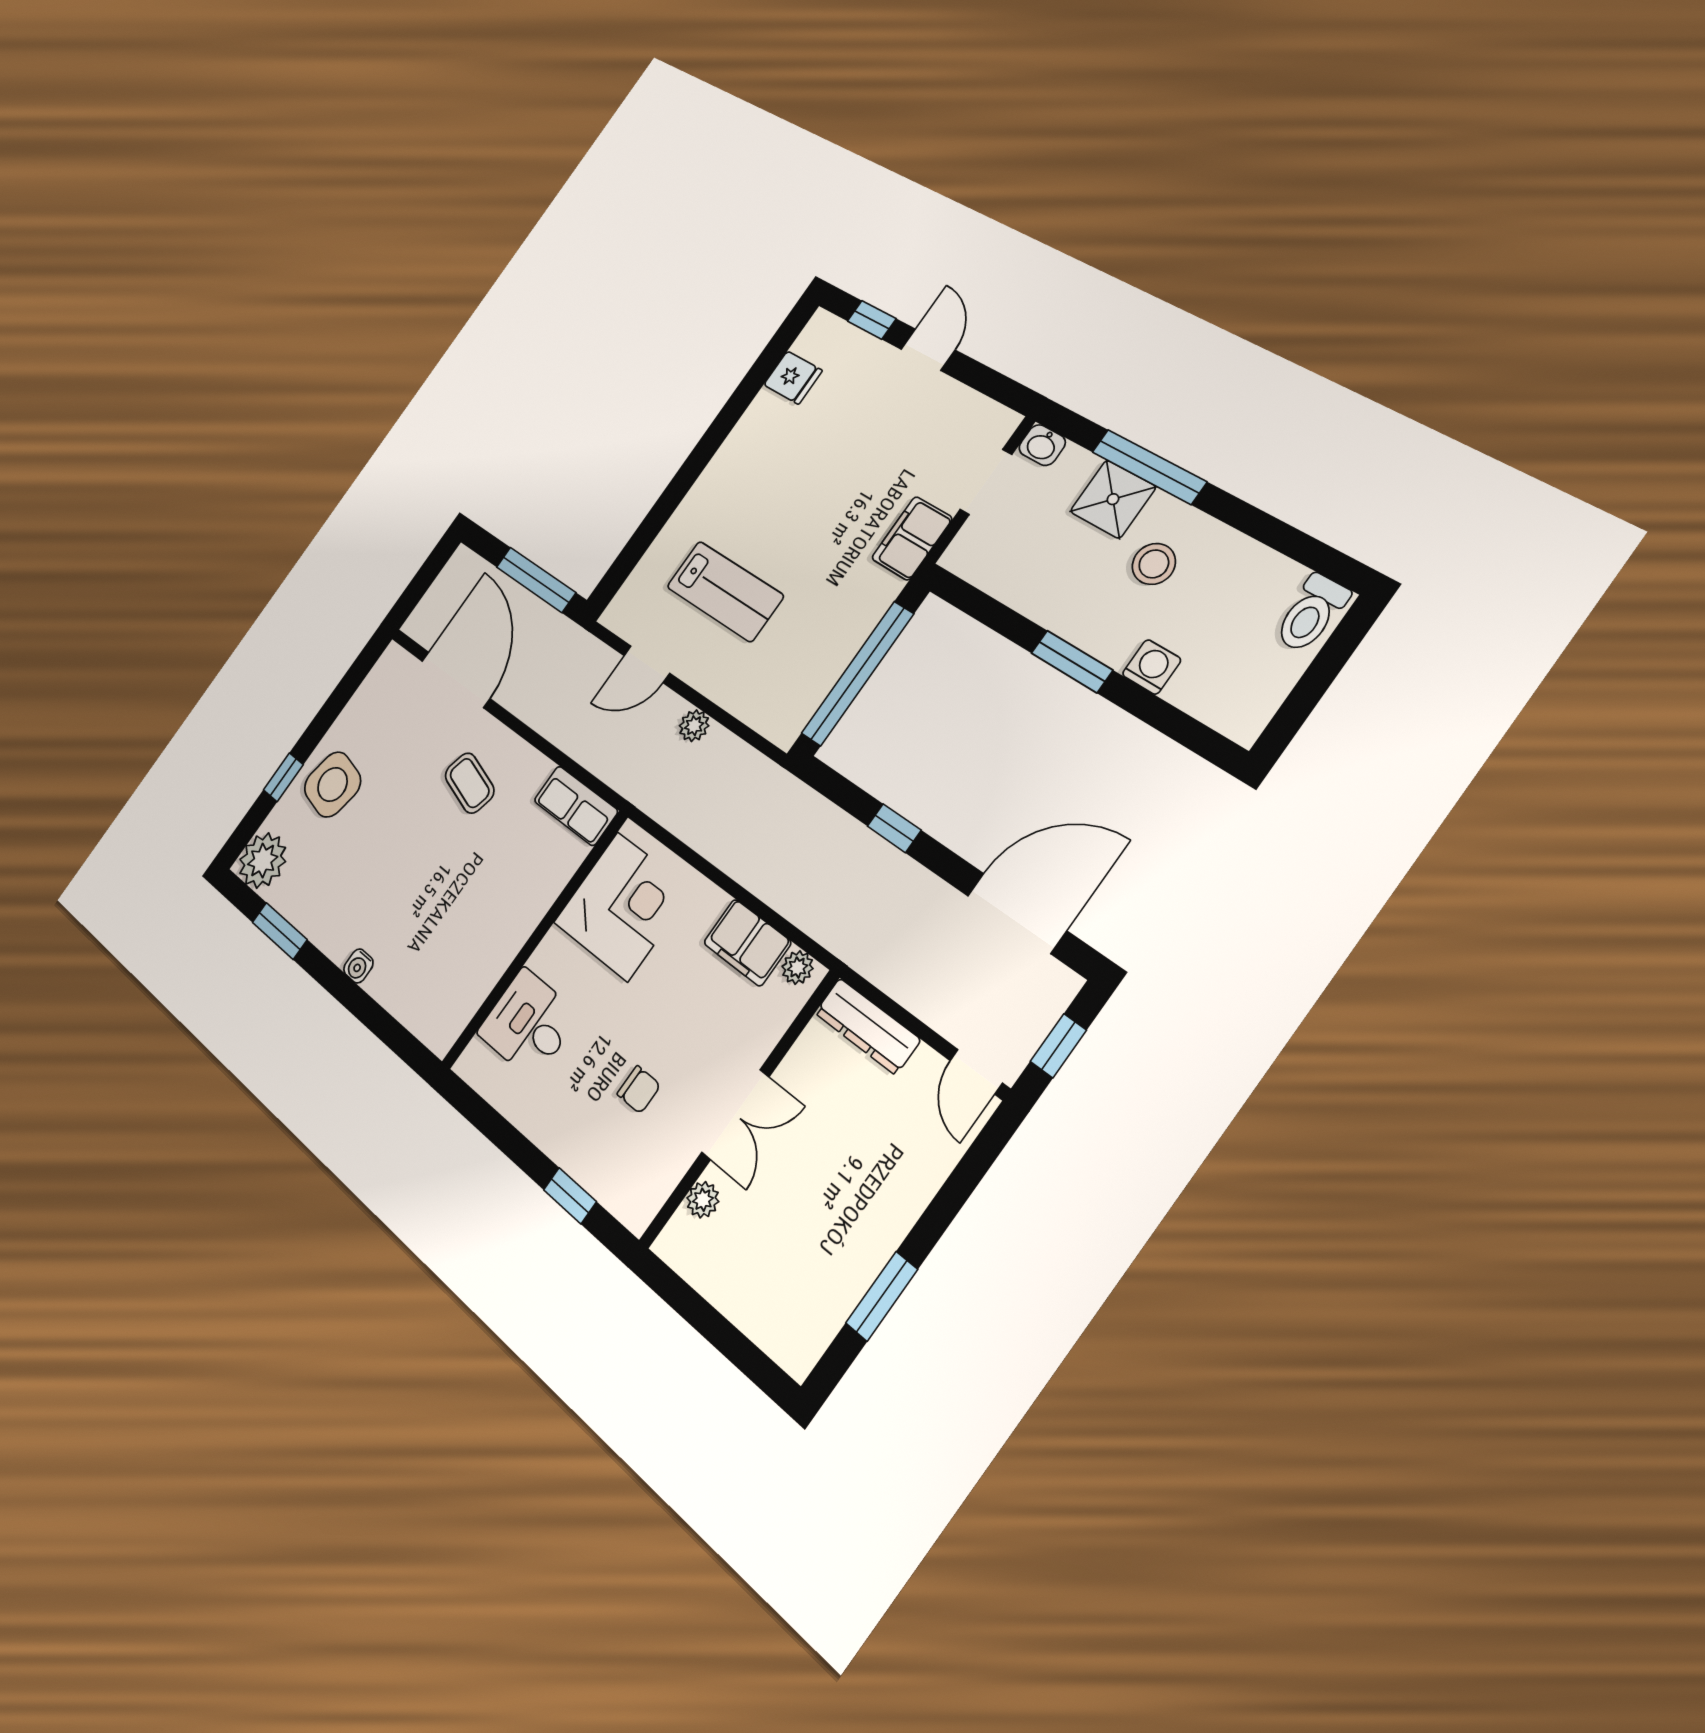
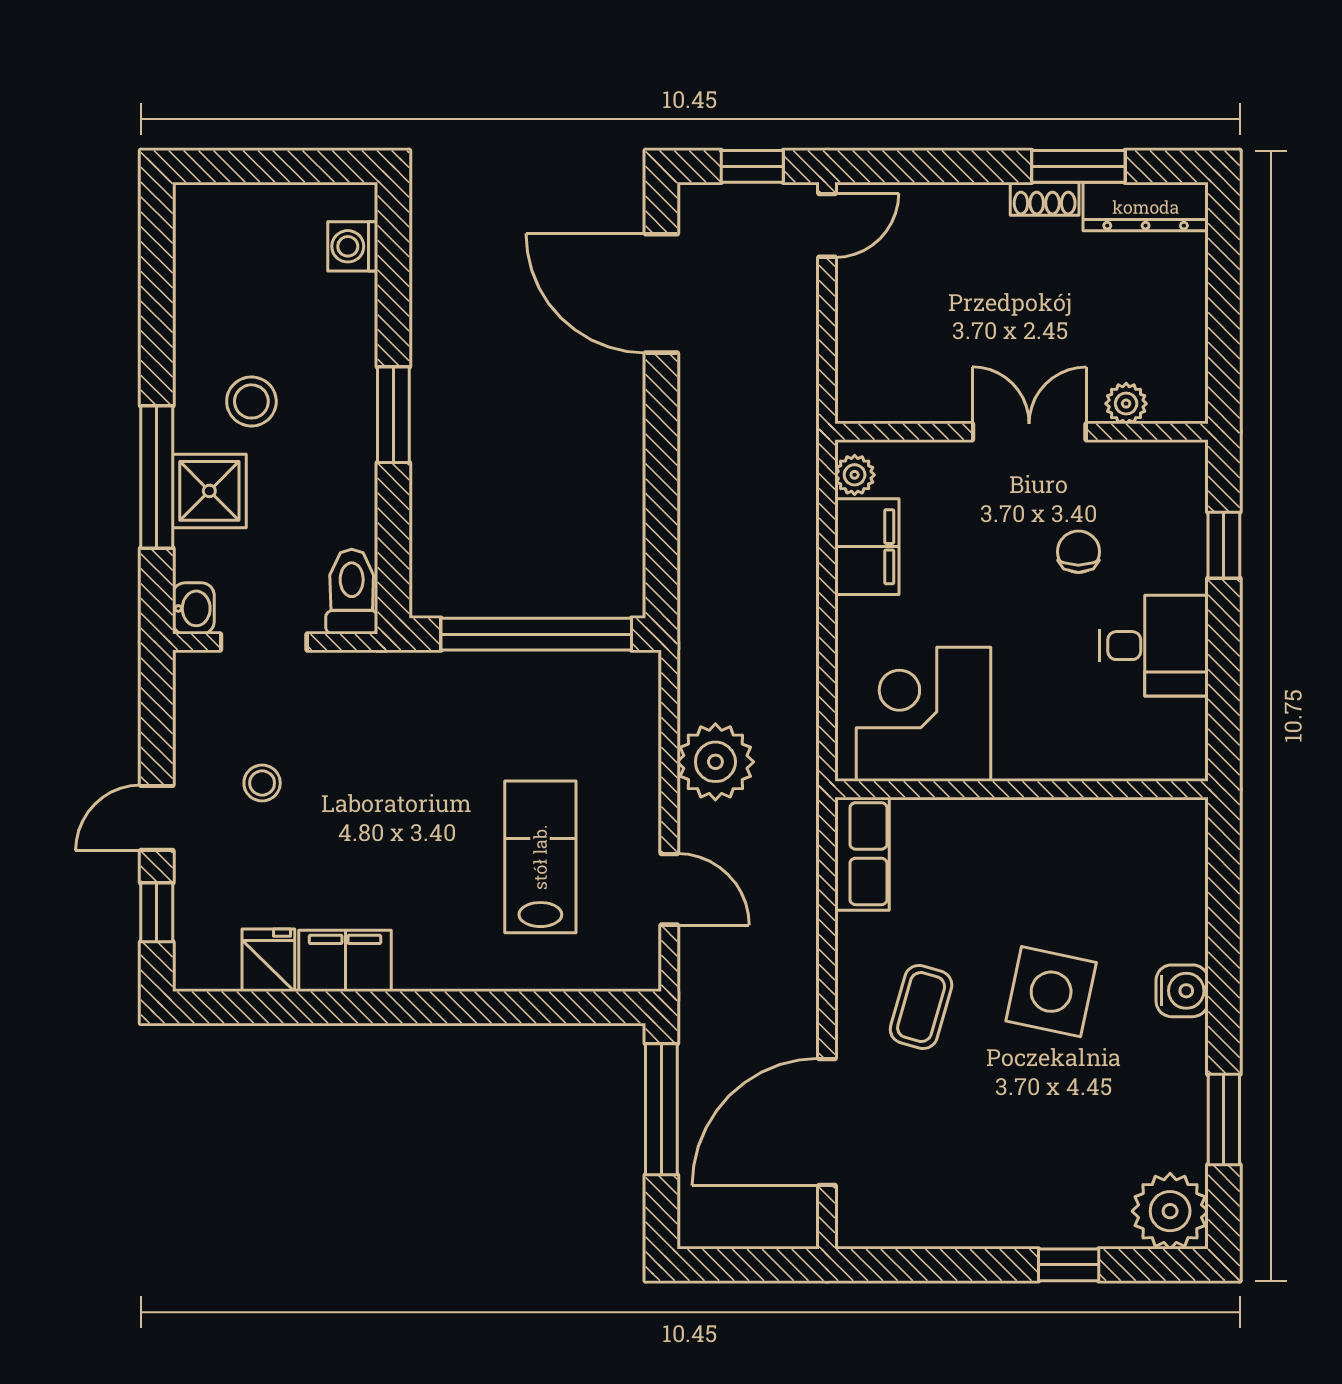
stool: (899, 432) -> (262, 783), added
filing cabinet: (912, 538) -> (345, 961), moved, turned 180
toilet: (1311, 613) -> (352, 592), moved, turned -90
washing machine: (1152, 667) -> (353, 246), moved
plant: (694, 726) -> (715, 762), width x1.88, depth x1.88
side table: (333, 784) -> (1051, 992), moved
window: (894, 828) -> (661, 477), removed
water cooler: (358, 966) -> (1182, 991), width x1.38, depth x1.38
desk: (528, 1024) -> (1154, 646), moved, turned -90
dresser: (867, 1026) -> (1146, 207), moved, turned 90
shoe rack: (878, 1252) -> (1045, 199), added

